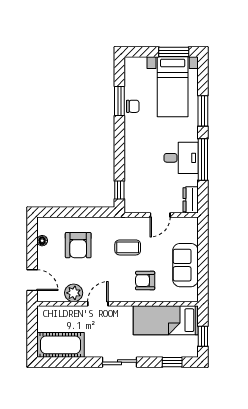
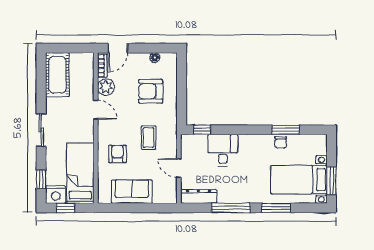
desk: (181, 158) -> (223, 150), moved, turned 180
dresser: (191, 200) -> (199, 196), width x1.44
bookcase: (51, 297) -> (102, 66), added
nightstand: (189, 347) -> (56, 195), added

